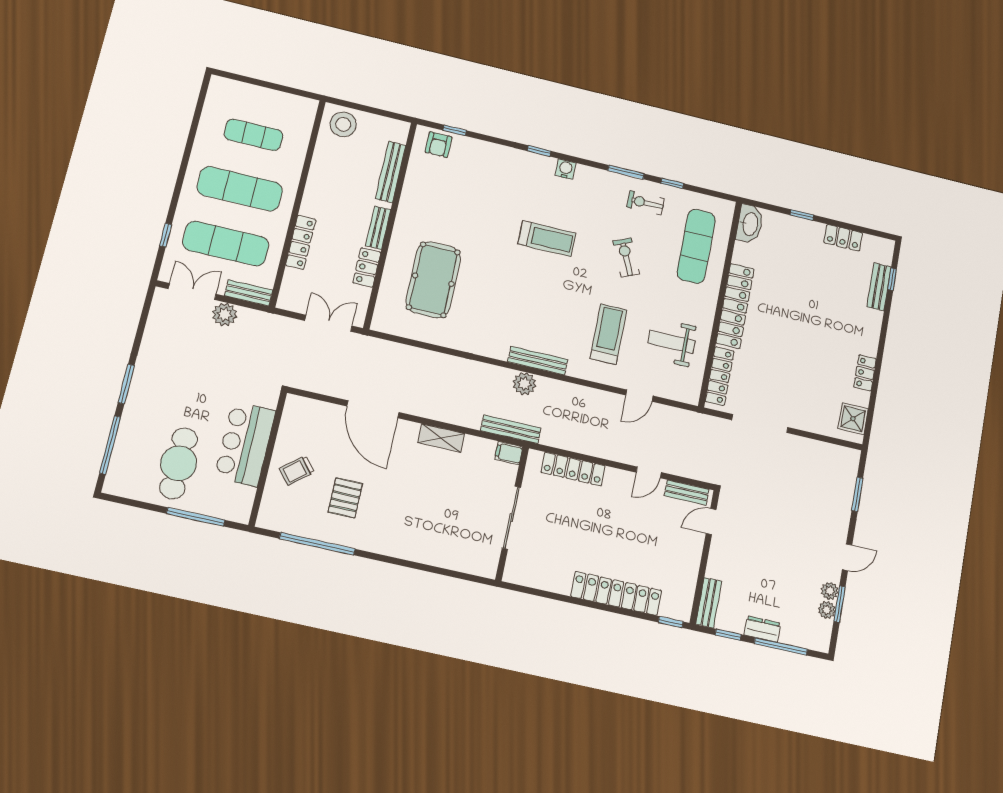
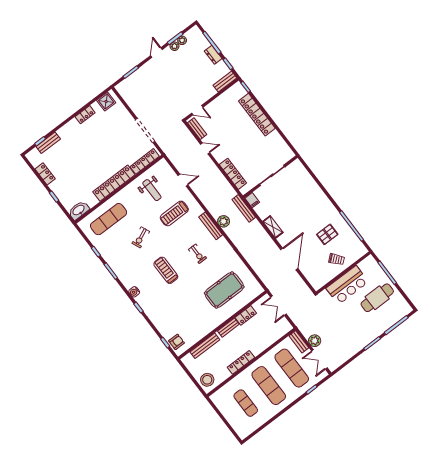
exercise bike: (646, 203) -> (197, 254), moved
locker: (301, 242) -> (241, 362), moved
door: (847, 557) -> (156, 53), hinge flipped

